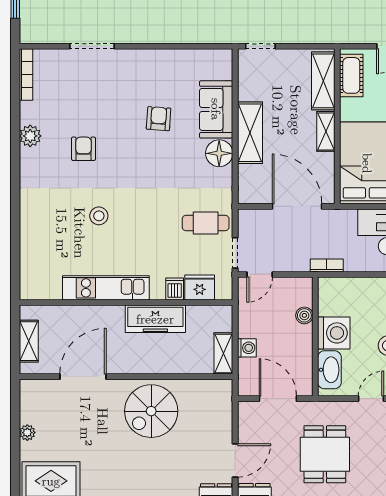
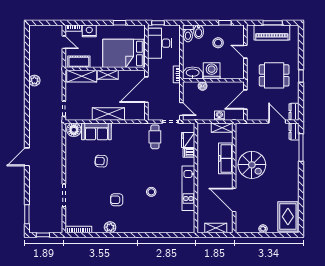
floor lamp: (219, 153) -> (74, 130), moved
freezer: (155, 319) -> (226, 158), moved, turned 180
washbasin: (329, 370) -> (193, 73), moved

